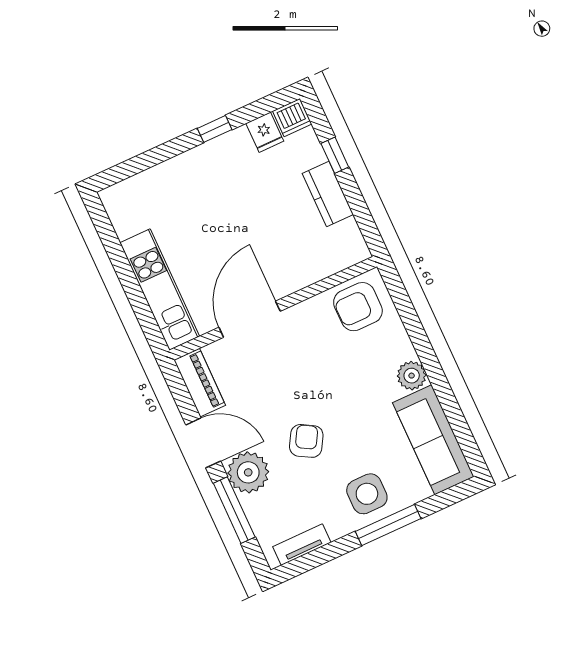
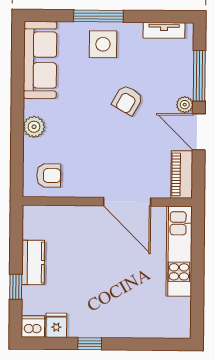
armchair: (358, 307) -> (49, 175), width x0.72, depth x0.72
door: (250, 319) -> (127, 202), hinge flipped
plant: (412, 376) -> (34, 127), moved
plant: (248, 472) -> (185, 105), width x0.53, depth x0.53

